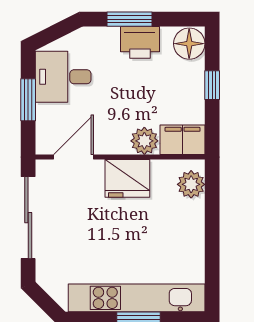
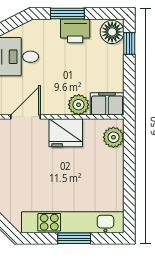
window: (212, 85) -> (129, 43), moved

